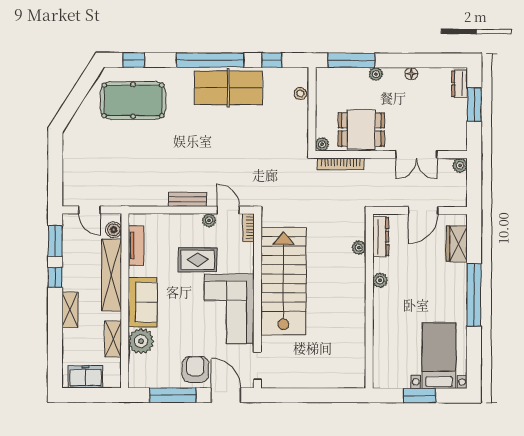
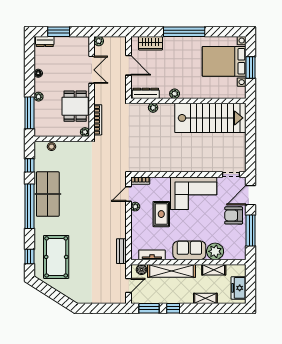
bench: (188, 199) -> (121, 251), moved
stairs: (283, 281) -> (210, 118), moved, turned 180
shelving: (70, 310) -> (205, 298), moved
bed with nightstands: (439, 356) -> (224, 61), width x1.36

